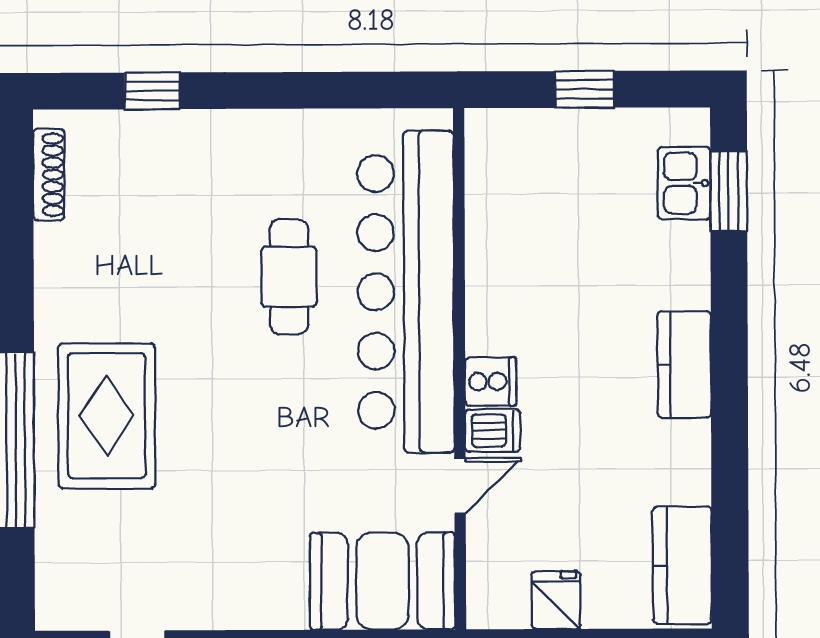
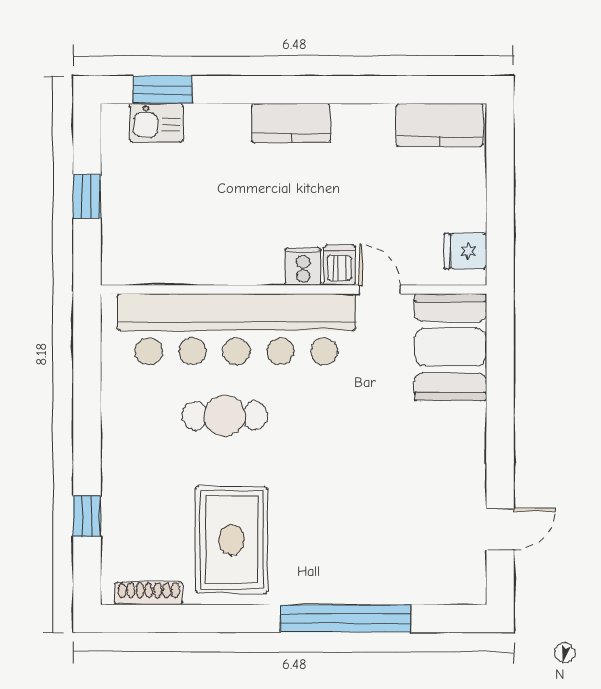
rug: (107, 416) -> (232, 540), moved, turned 90
fridge: (556, 600) -> (465, 251), moved

